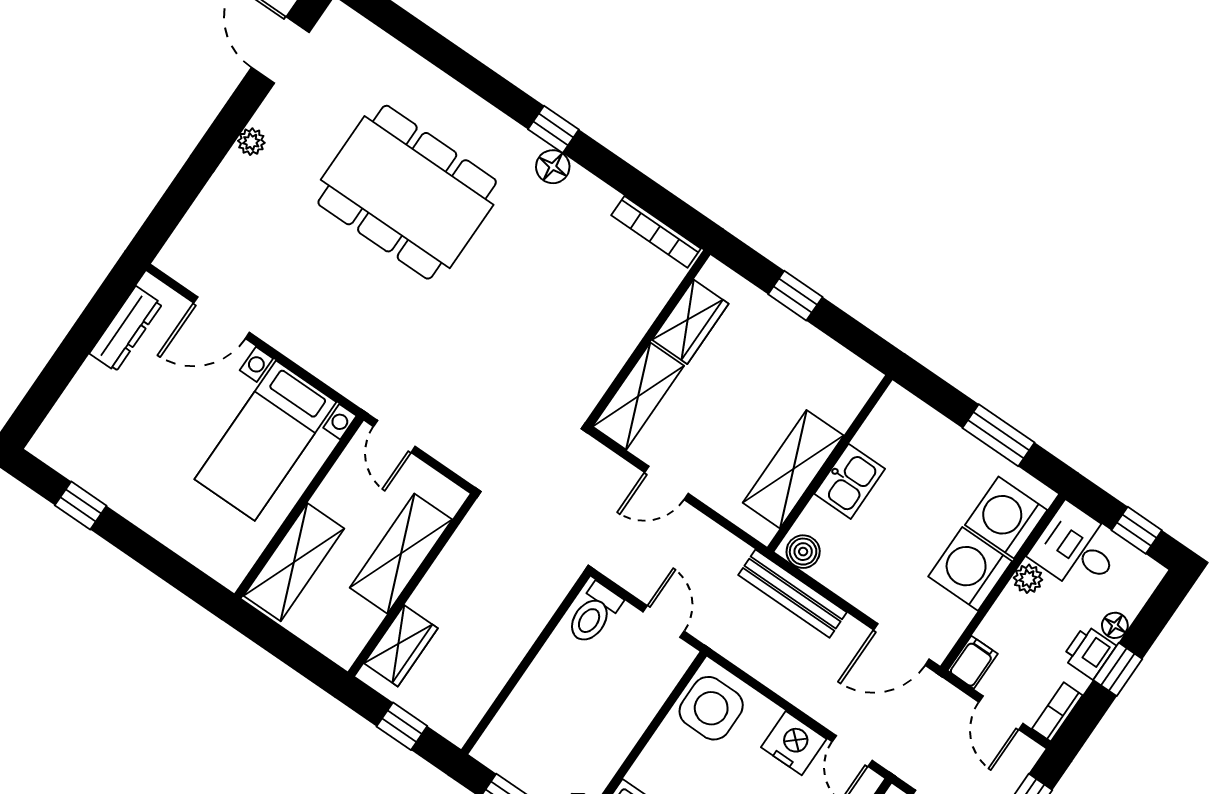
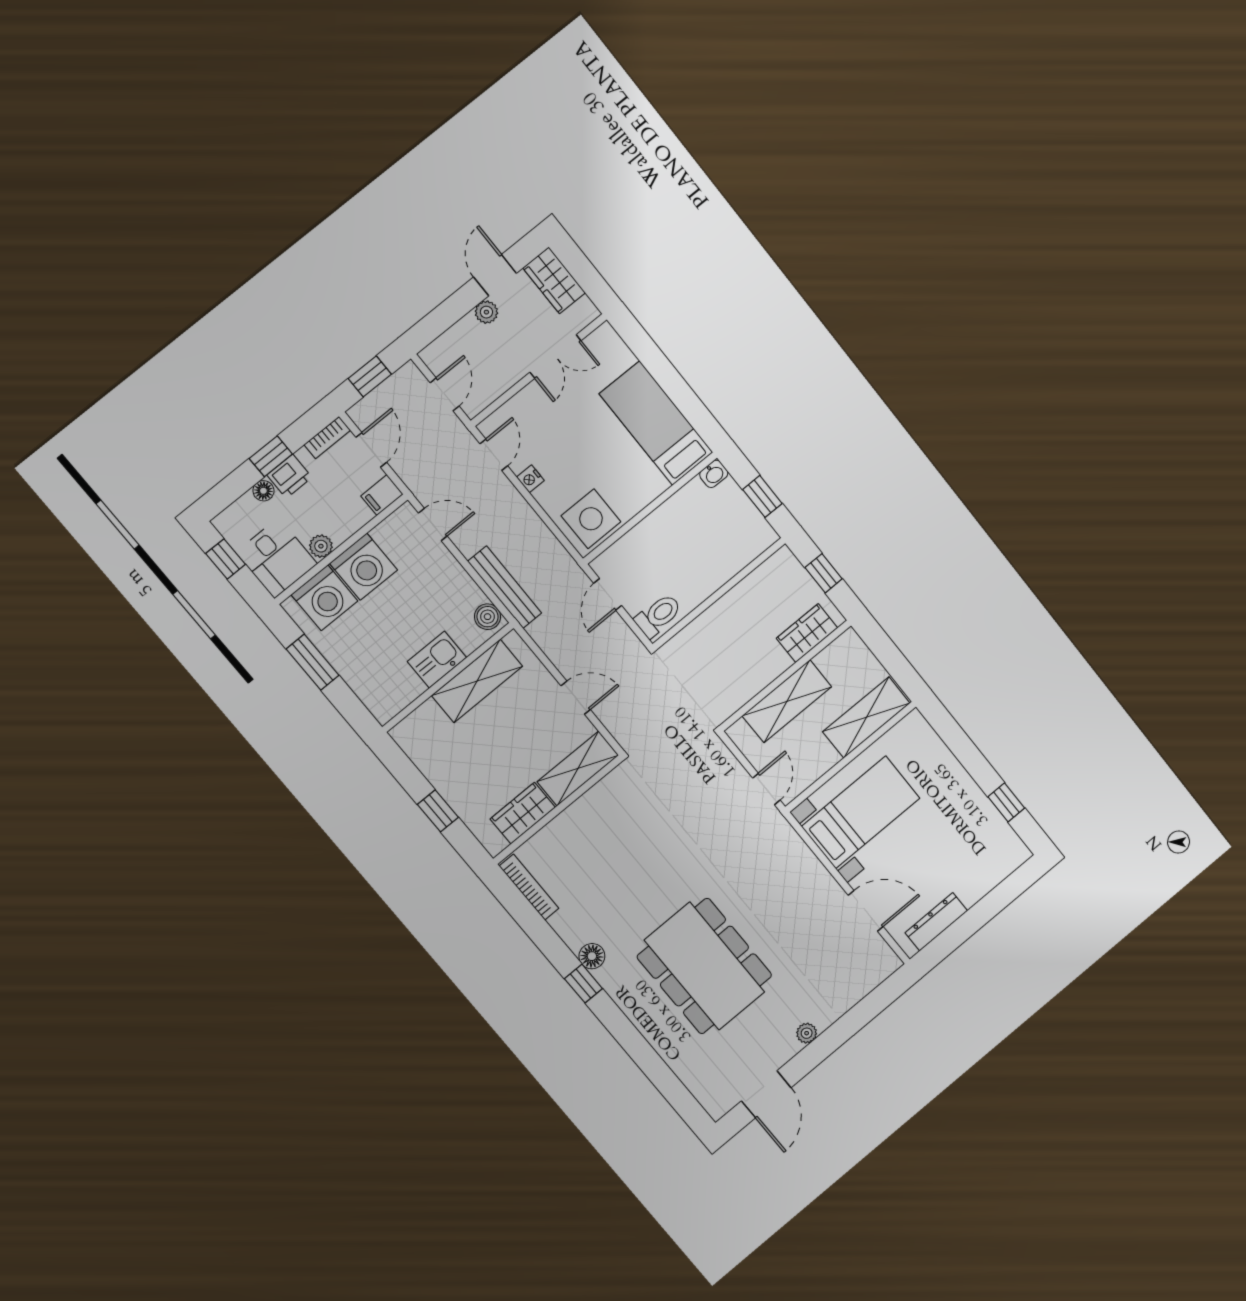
door: (901, 644) -> (433, 525), width x0.73
nightstand: (794, 743) -> (530, 479), width x0.53, depth x0.56

